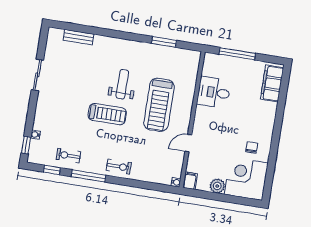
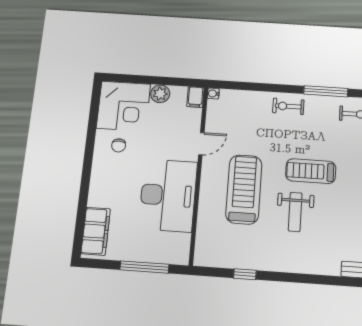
window: (164, 42) -> (245, 274), width x0.67
desk: (214, 92) -> (168, 195), width x1.87, depth x1.30

